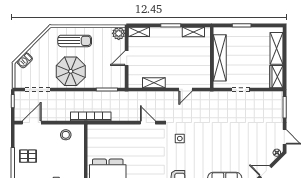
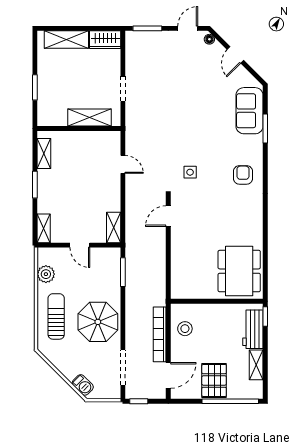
plant: (119, 33) -> (46, 274), moved
shelving: (220, 58) -> (89, 118), width x0.68
shelving: (154, 83) -> (114, 228), moved
bookcase: (91, 116) -> (160, 334), moved
door: (32, 123) -> (168, 375), swing flipped
pallet: (28, 156) -> (214, 380), width x1.50, depth x1.42

